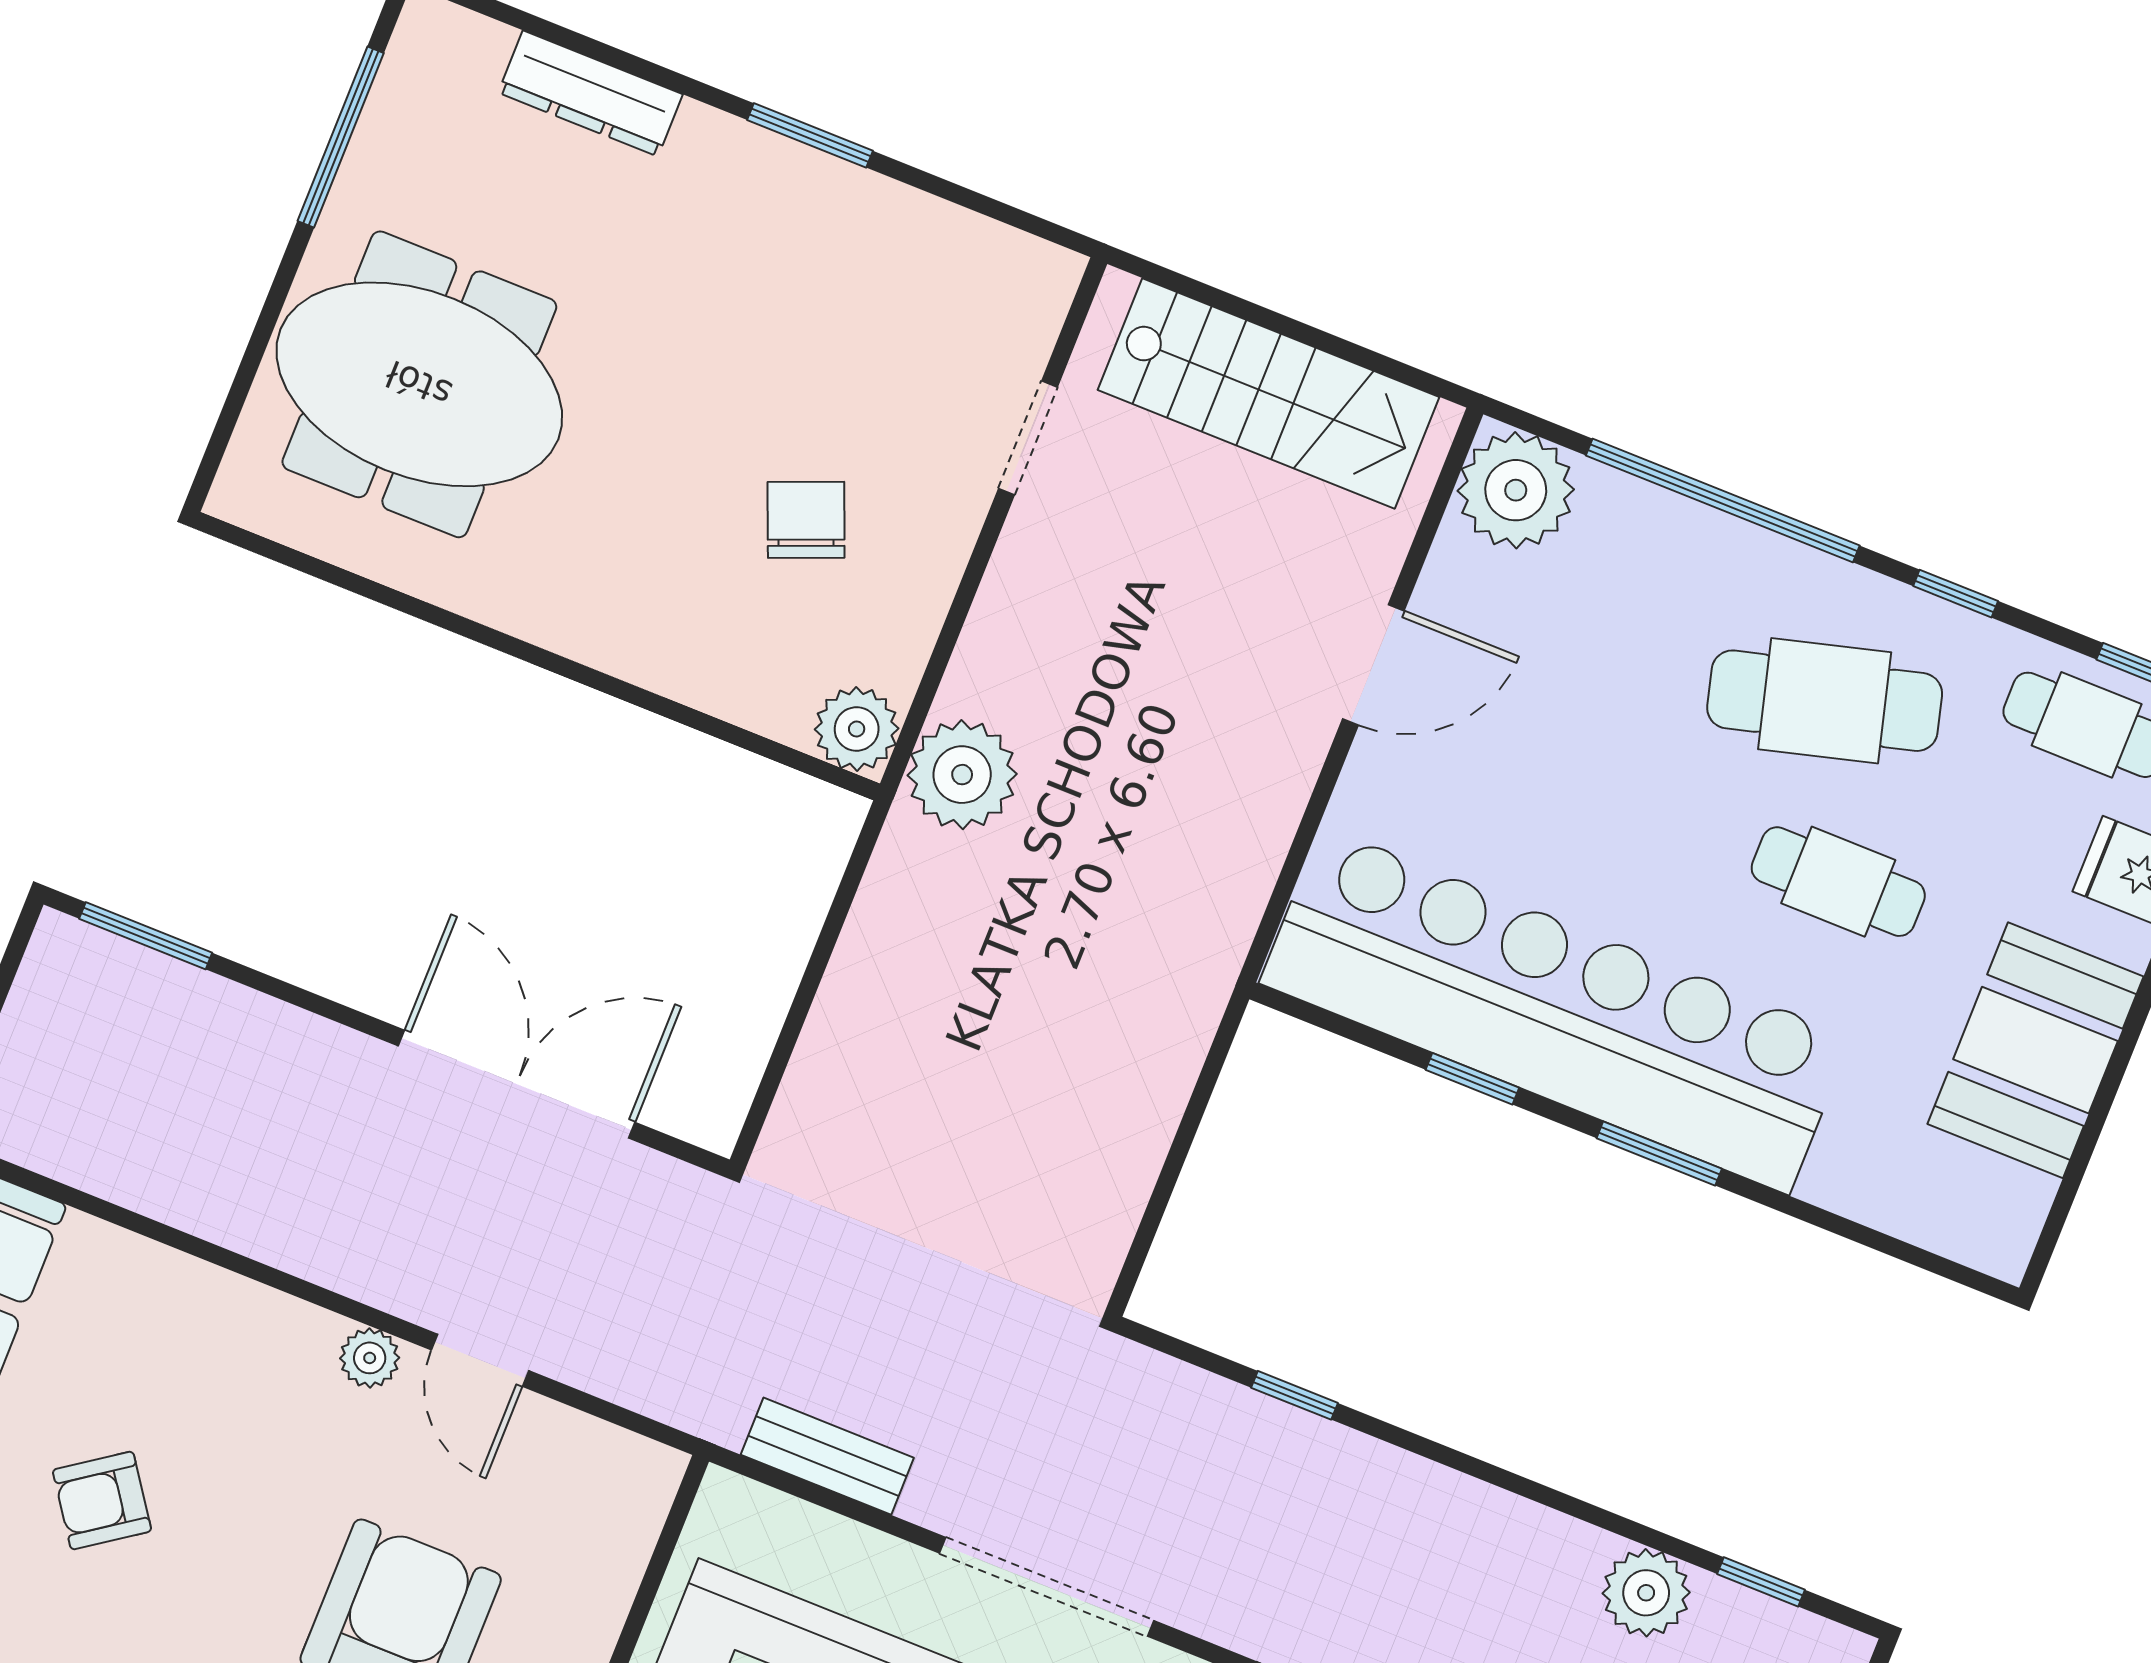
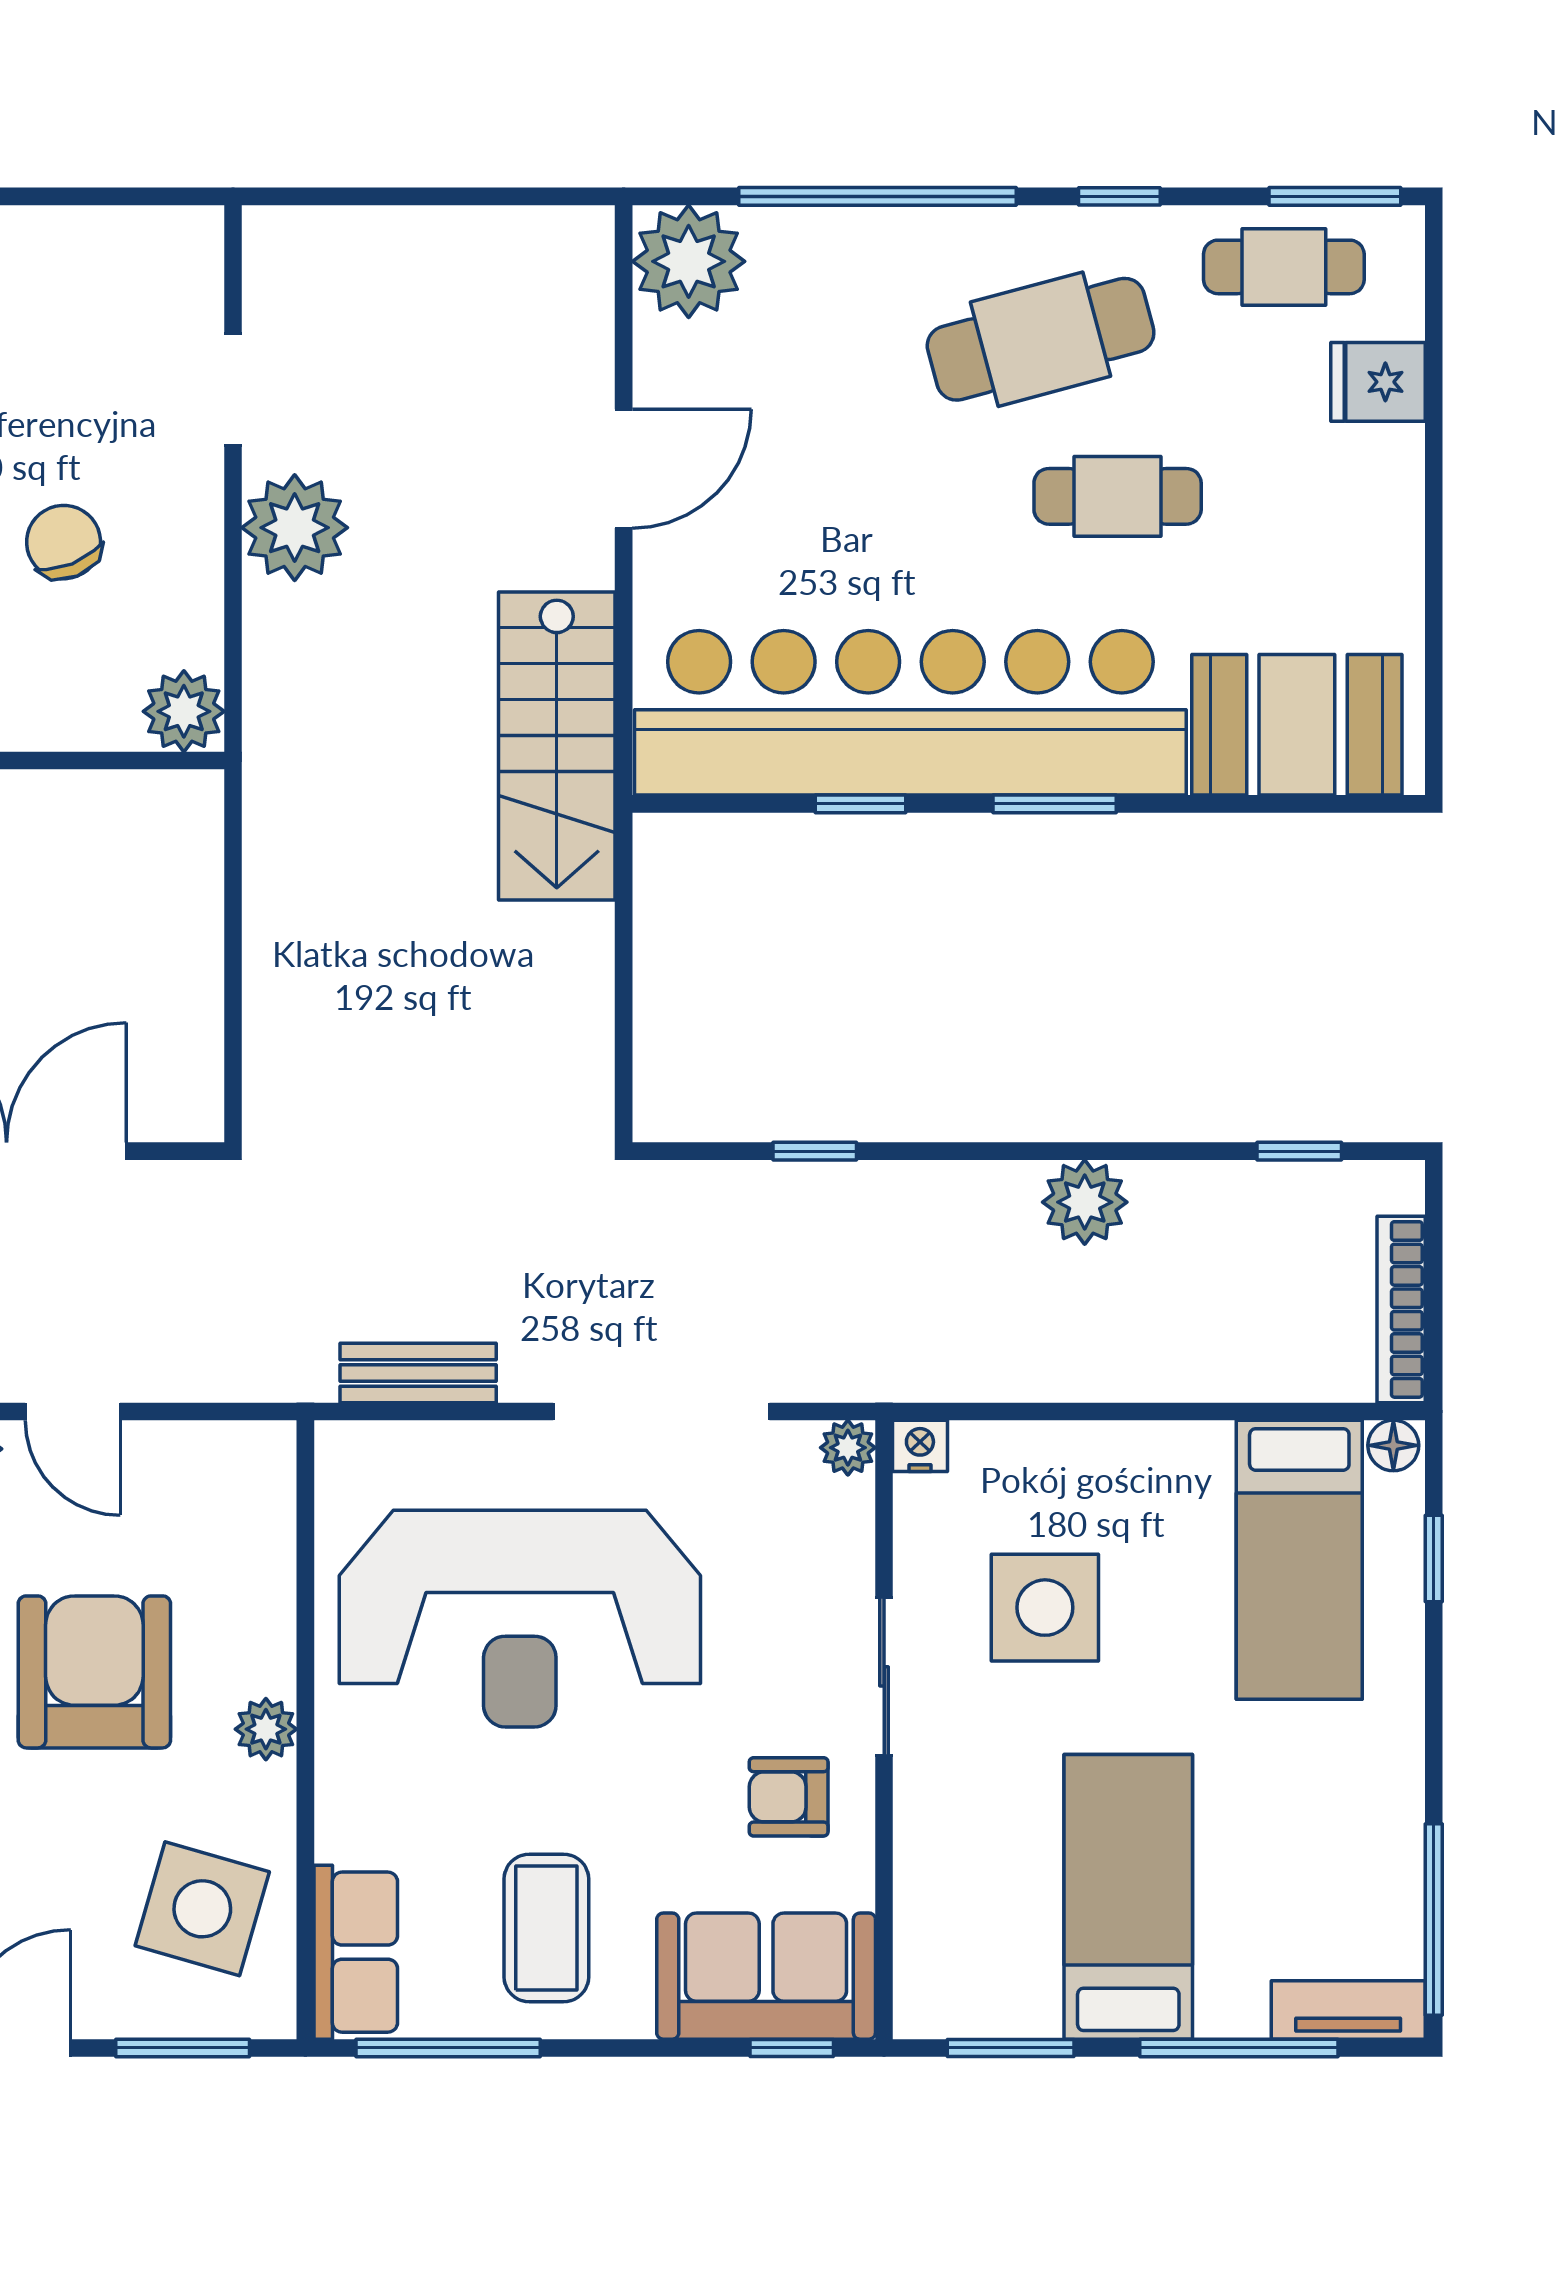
stairs: (1268, 393) -> (557, 746), moved, turned 90
plant: (962, 775) -> (295, 528), moved
booth: (2035, 1050) -> (1297, 725), moved, turned 90
plant: (1646, 1593) -> (1085, 1202), moved

